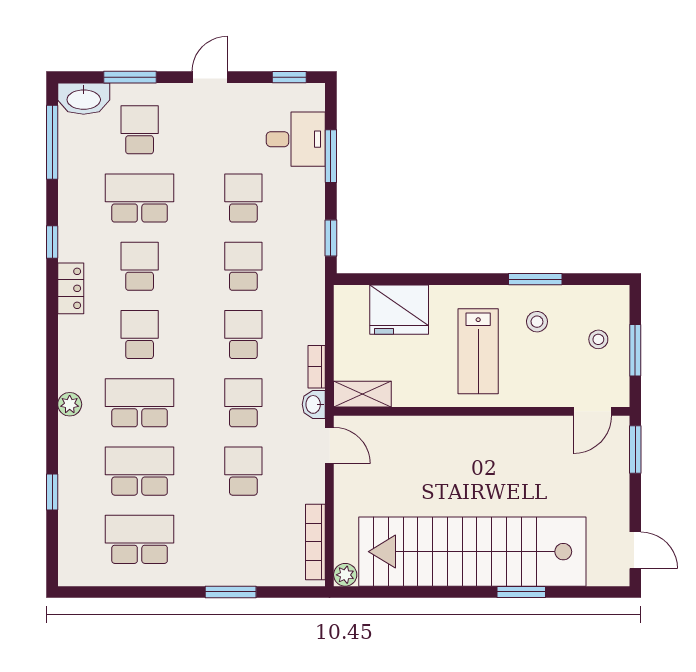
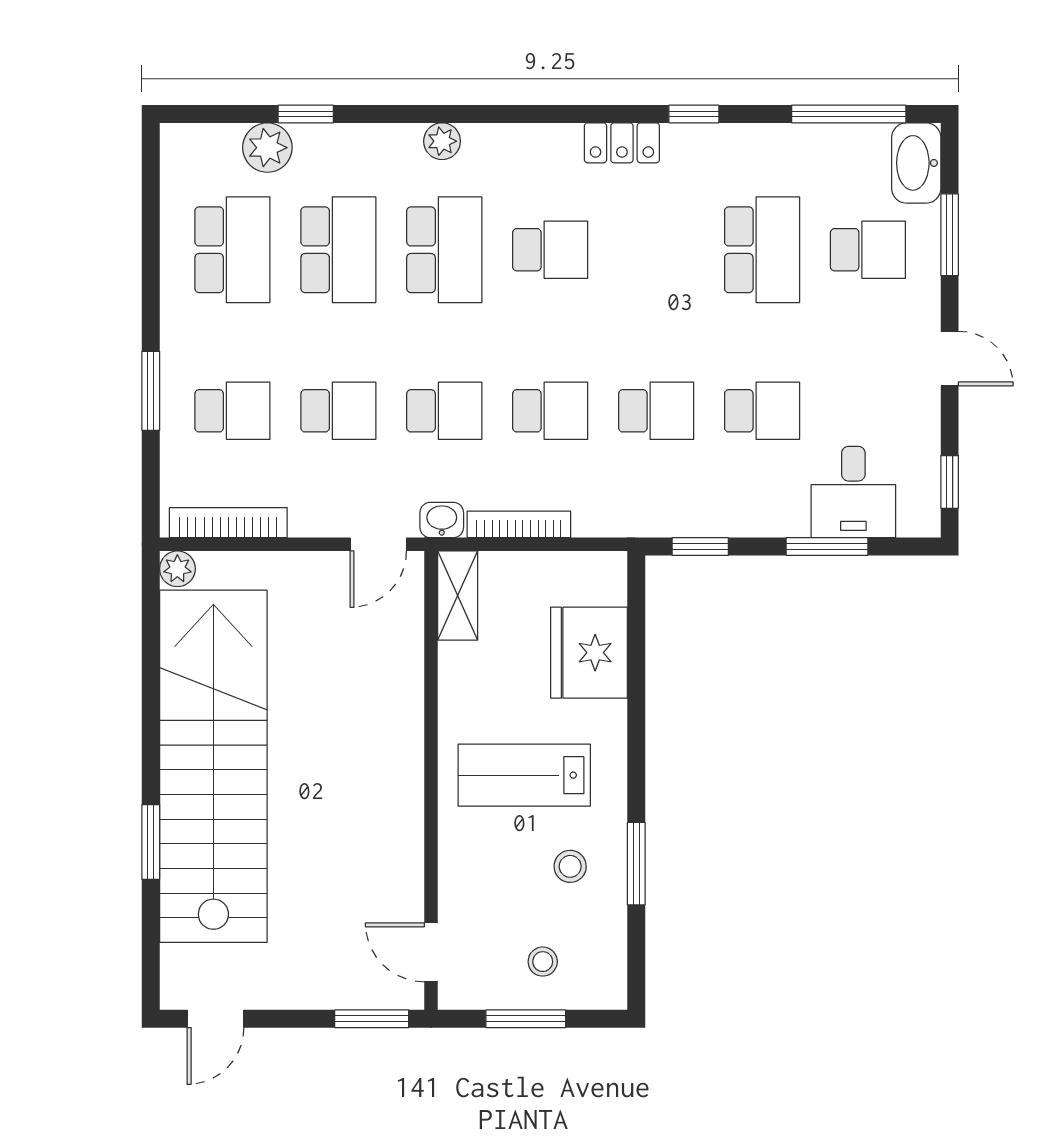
school desk: (140, 266) -> (232, 411), moved
bookcase: (317, 367) -> (519, 524), width x1.56
plant: (74, 517) -> (267, 148), added

